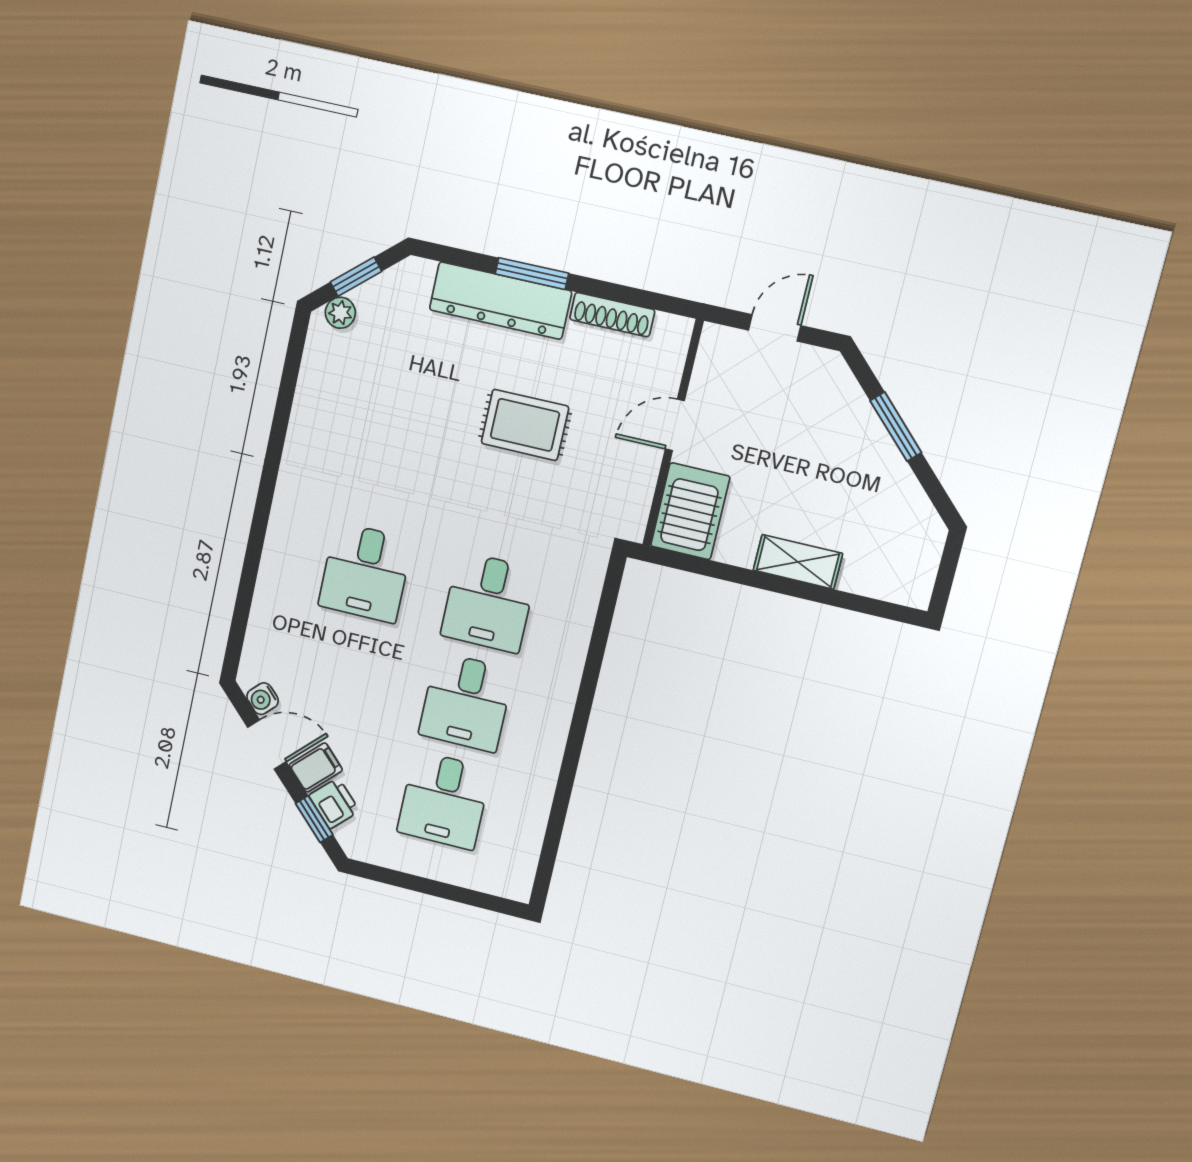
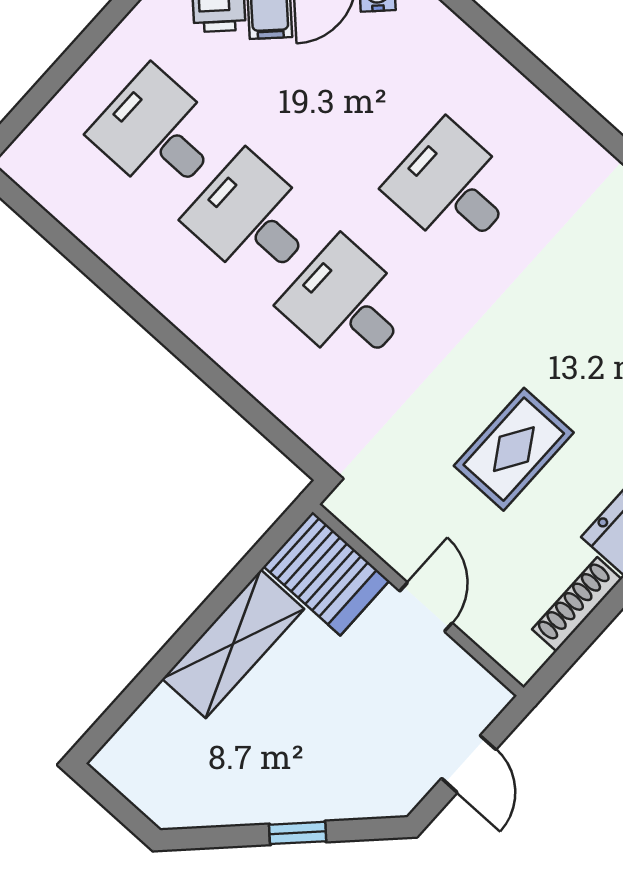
window: (896, 427) -> (298, 833), width x0.67
shelving: (798, 562) -> (233, 644), width x1.50, depth x1.33

